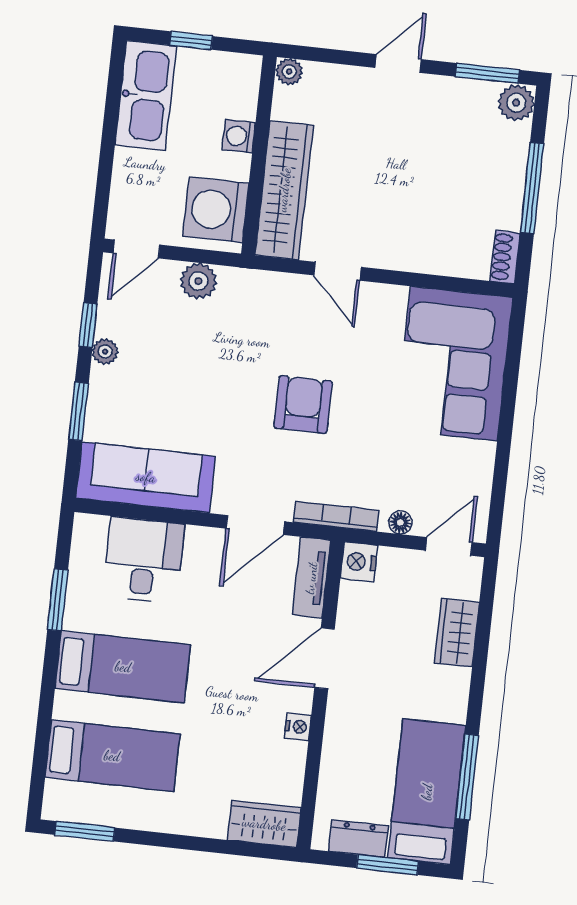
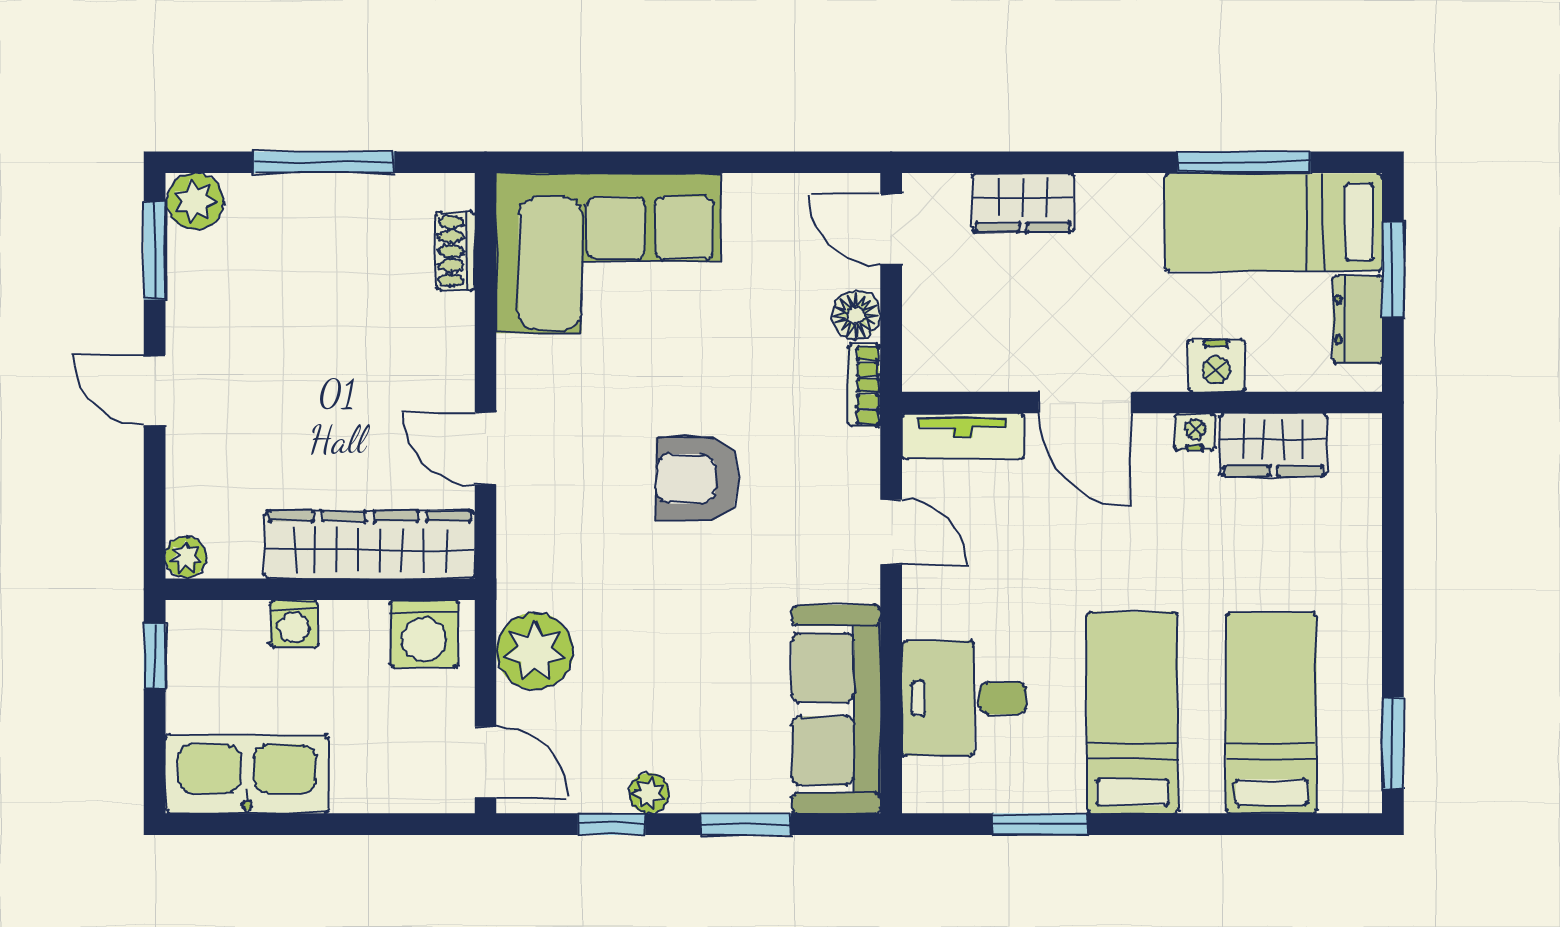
window: (191, 41) -> (155, 656), moved
washing machine: (216, 210) -> (424, 634), width x0.73, depth x0.73
shoe rack: (505, 257) -> (456, 251), moved, turned 90
door: (337, 271) -> (486, 449), swing flipped
plant: (198, 281) -> (535, 651), width x1.36, depth x1.36
bookcase: (336, 516) -> (864, 385), width x0.64
floor lamp: (400, 522) -> (856, 315), width x1.37, depth x1.37
door: (255, 525) -> (891, 532), width x0.73
nightstand: (359, 562) -> (1216, 366), moved
wardrobe: (264, 824) -> (1273, 444), moved, turned -90

